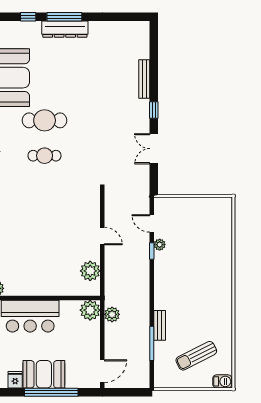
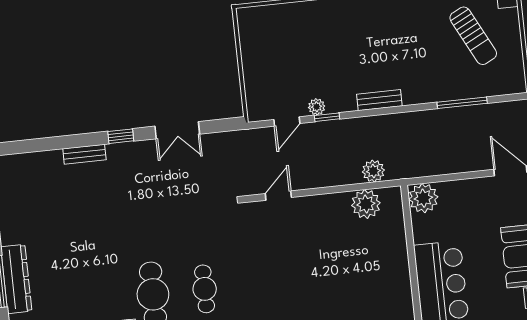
bench: (144, 79) -> (84, 154), width x0.73
door: (102, 236) -> (278, 196), moved
plant: (112, 314) -> (373, 171), moved
bench: (160, 325) -> (379, 100), moved

